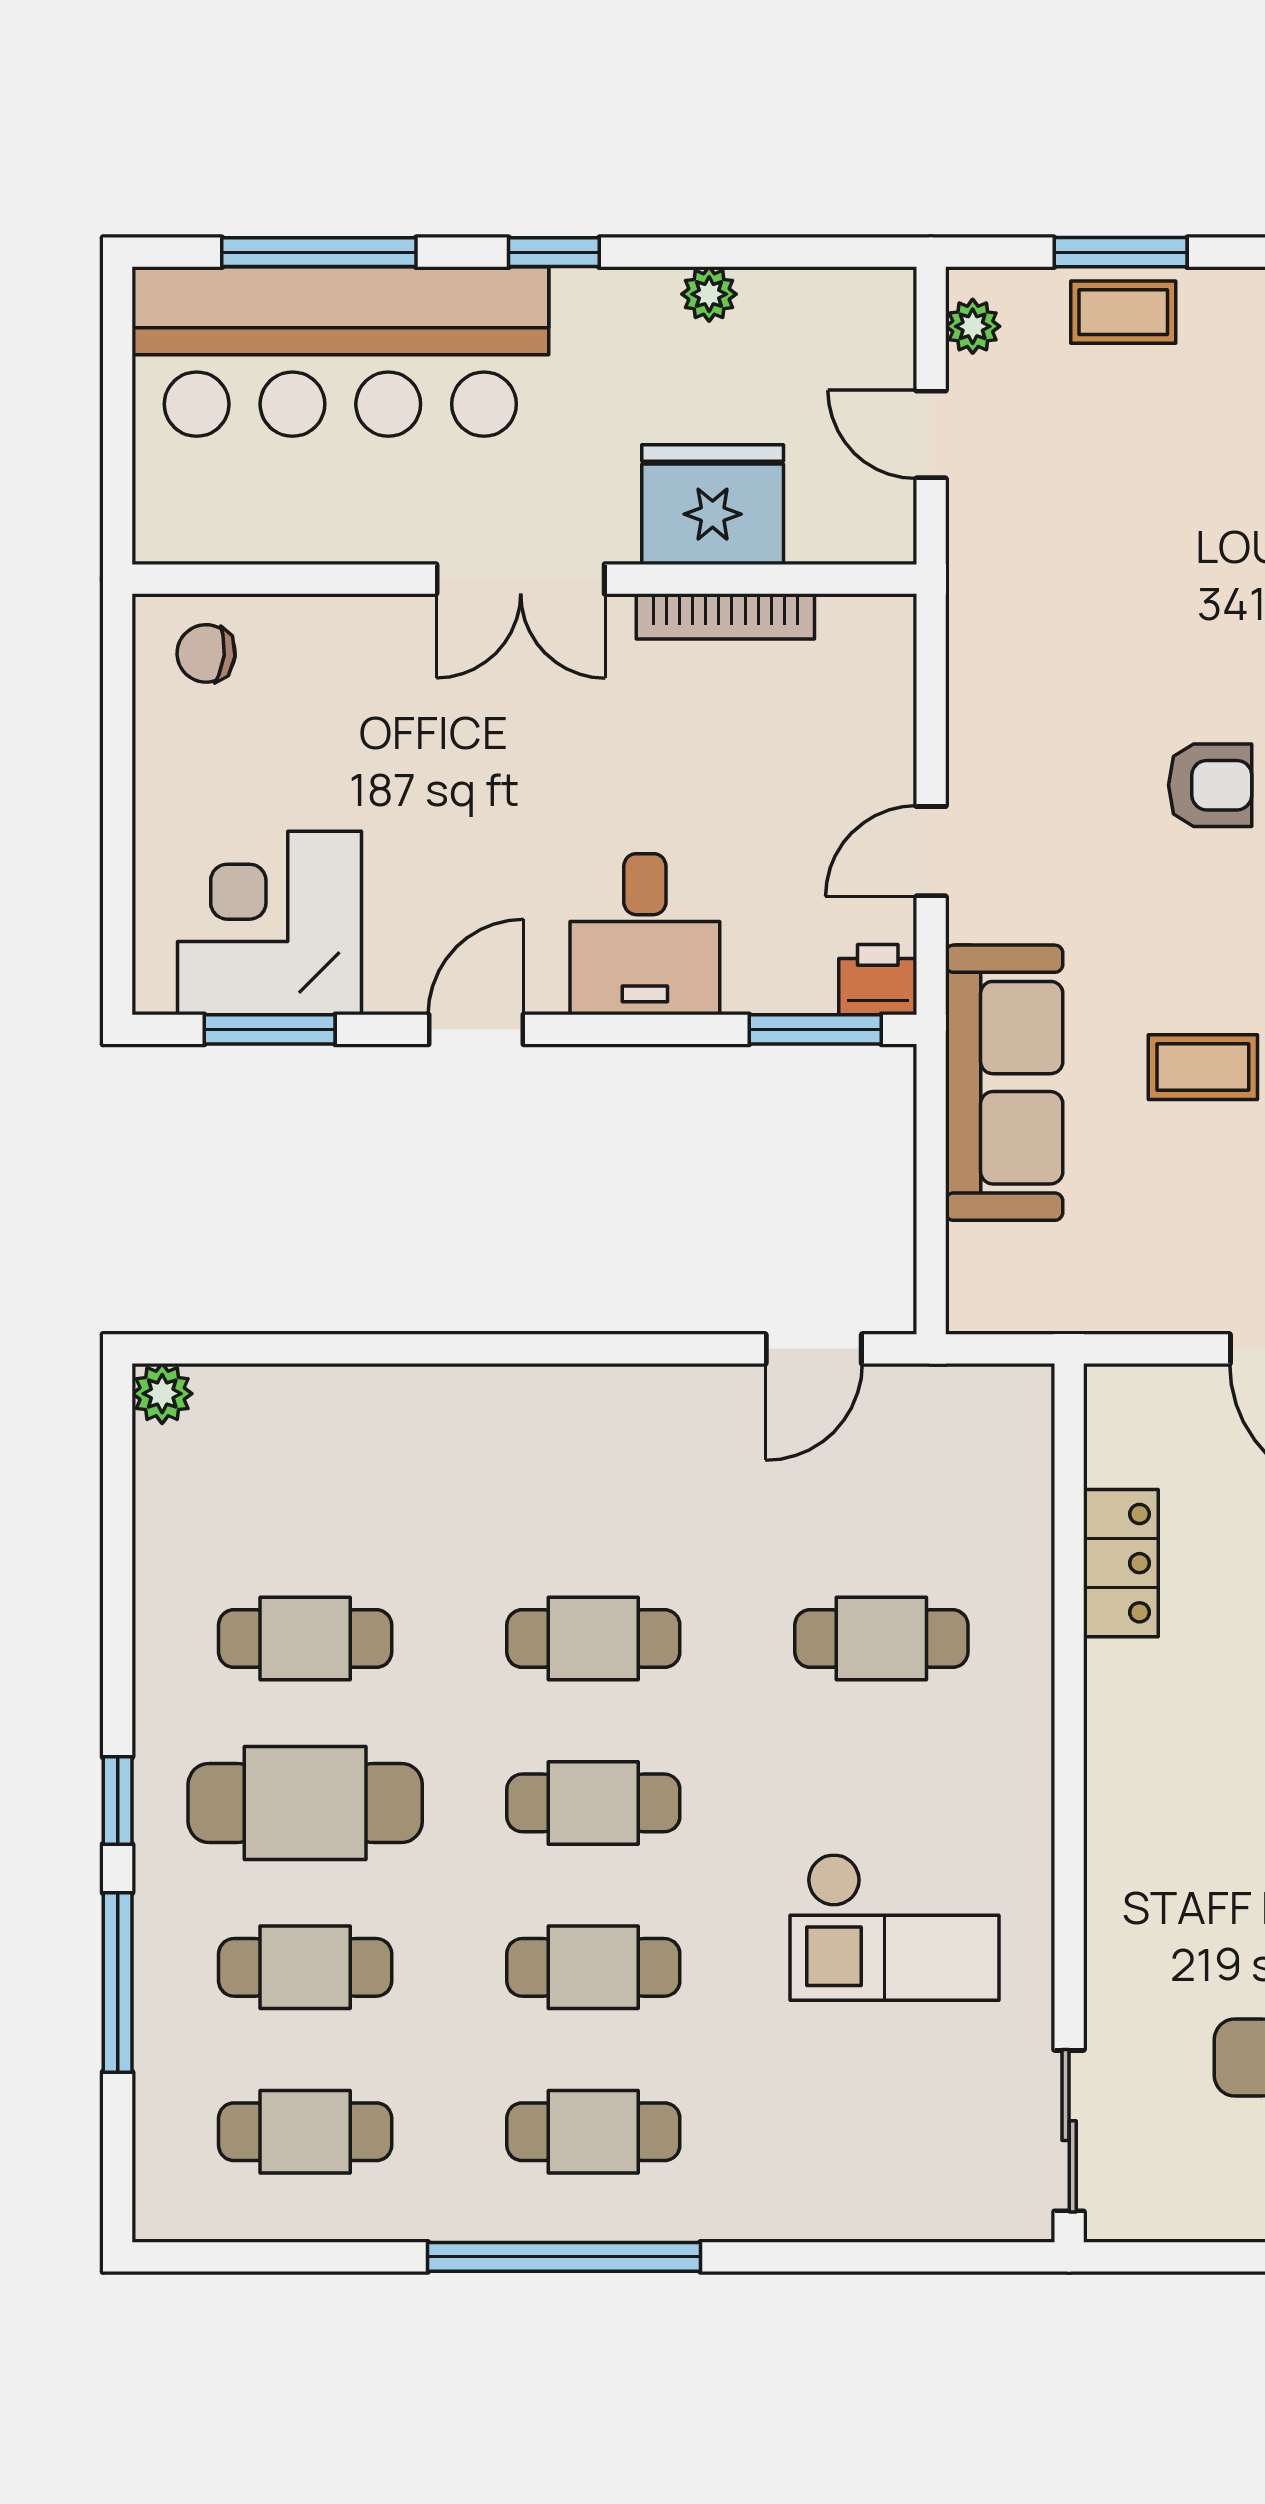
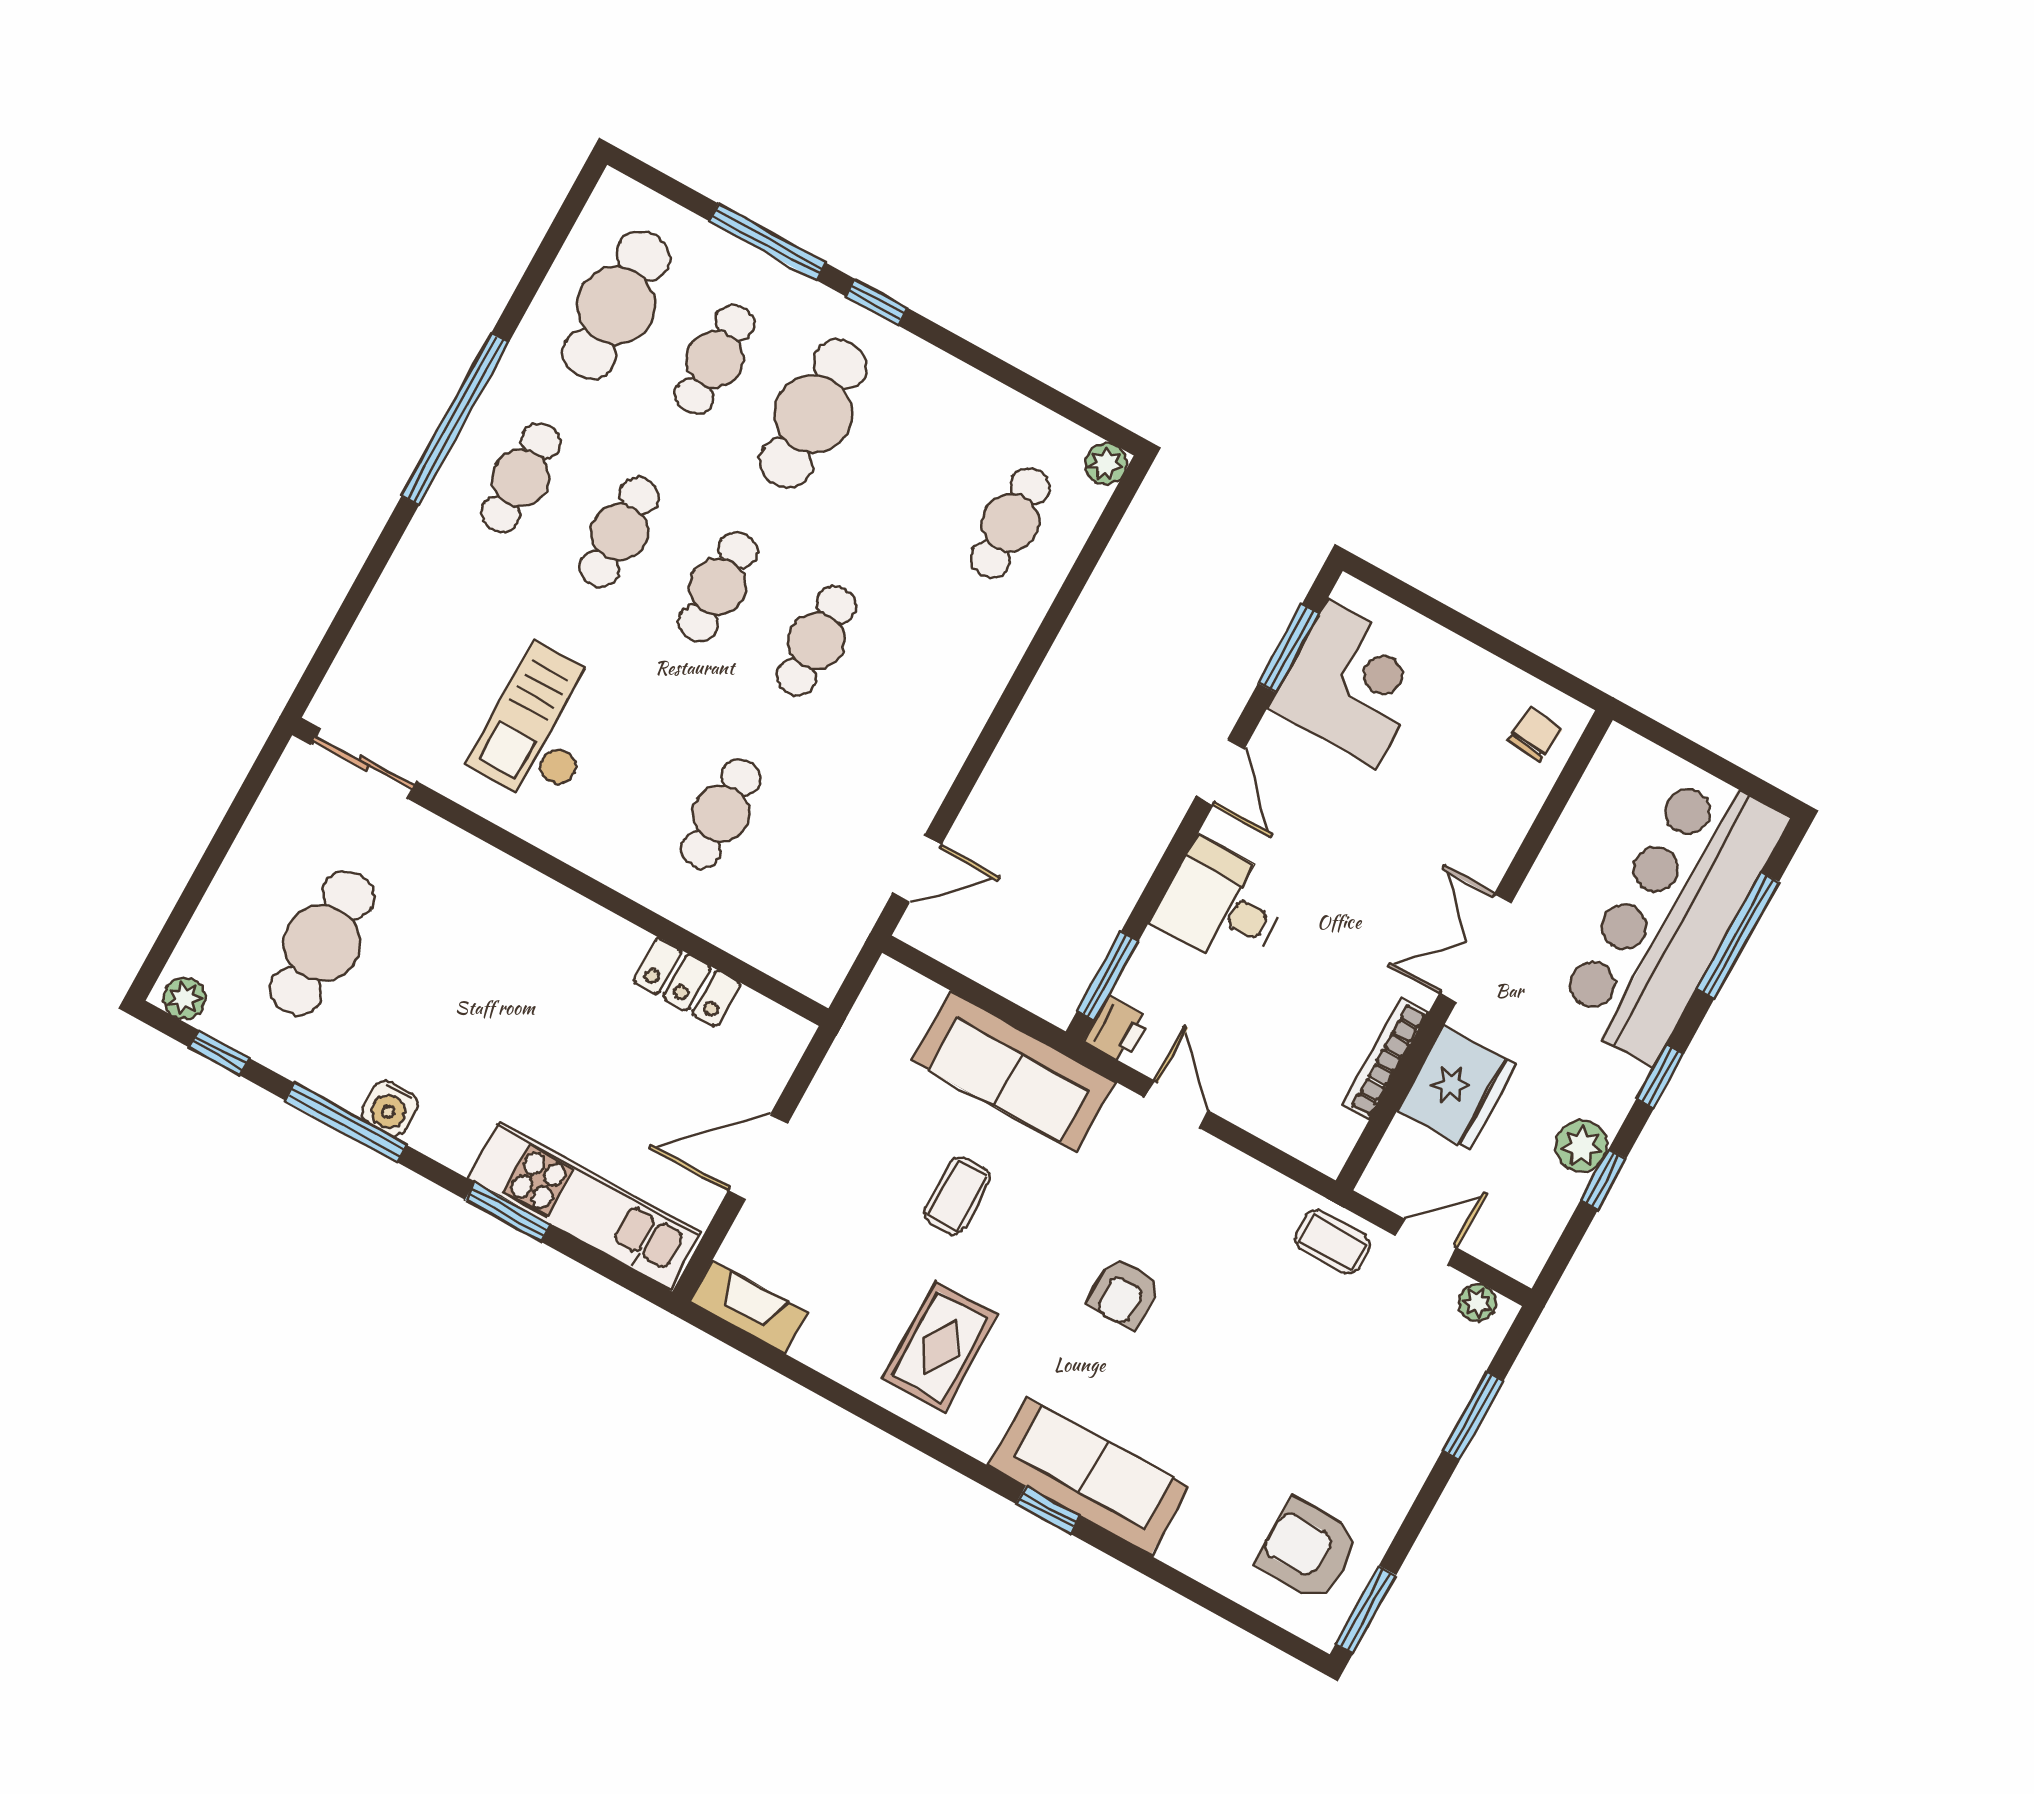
window: (726, 252) -> (1603, 1180), added
plant: (709, 294) -> (1581, 1146), width x1.38, depth x1.38
coffee table: (1123, 312) -> (1332, 1242), moved, turned 90
door: (814, 1349) -> (917, 869), swing flipped
cafe table: (305, 1639) -> (1010, 523), moved
cafe table: (305, 2132) -> (616, 305), width x1.37, depth x1.35

